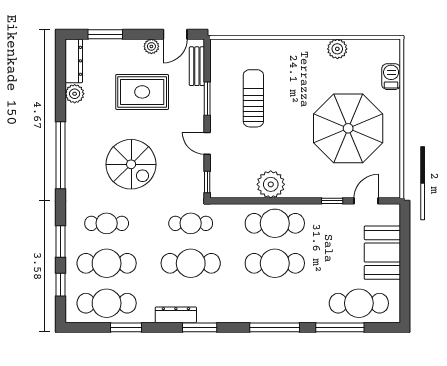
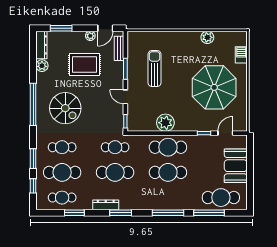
spiral stairs: (131, 164) -> (65, 108), moved
cafe table: (107, 303) -> (62, 198), width x0.73, depth x0.74

